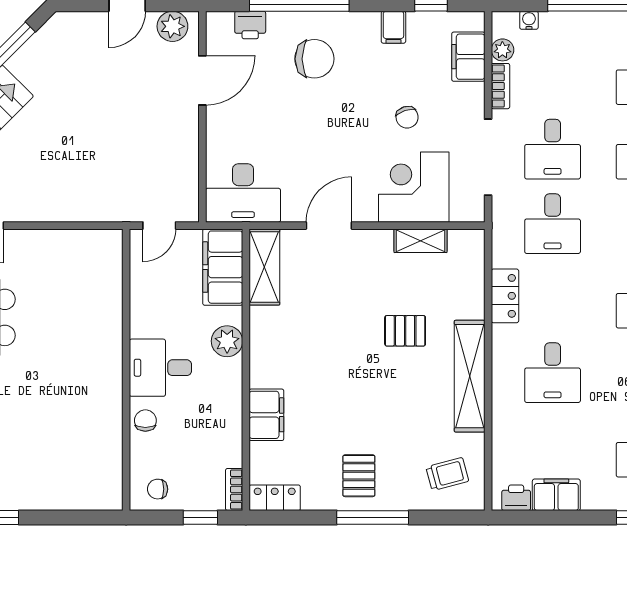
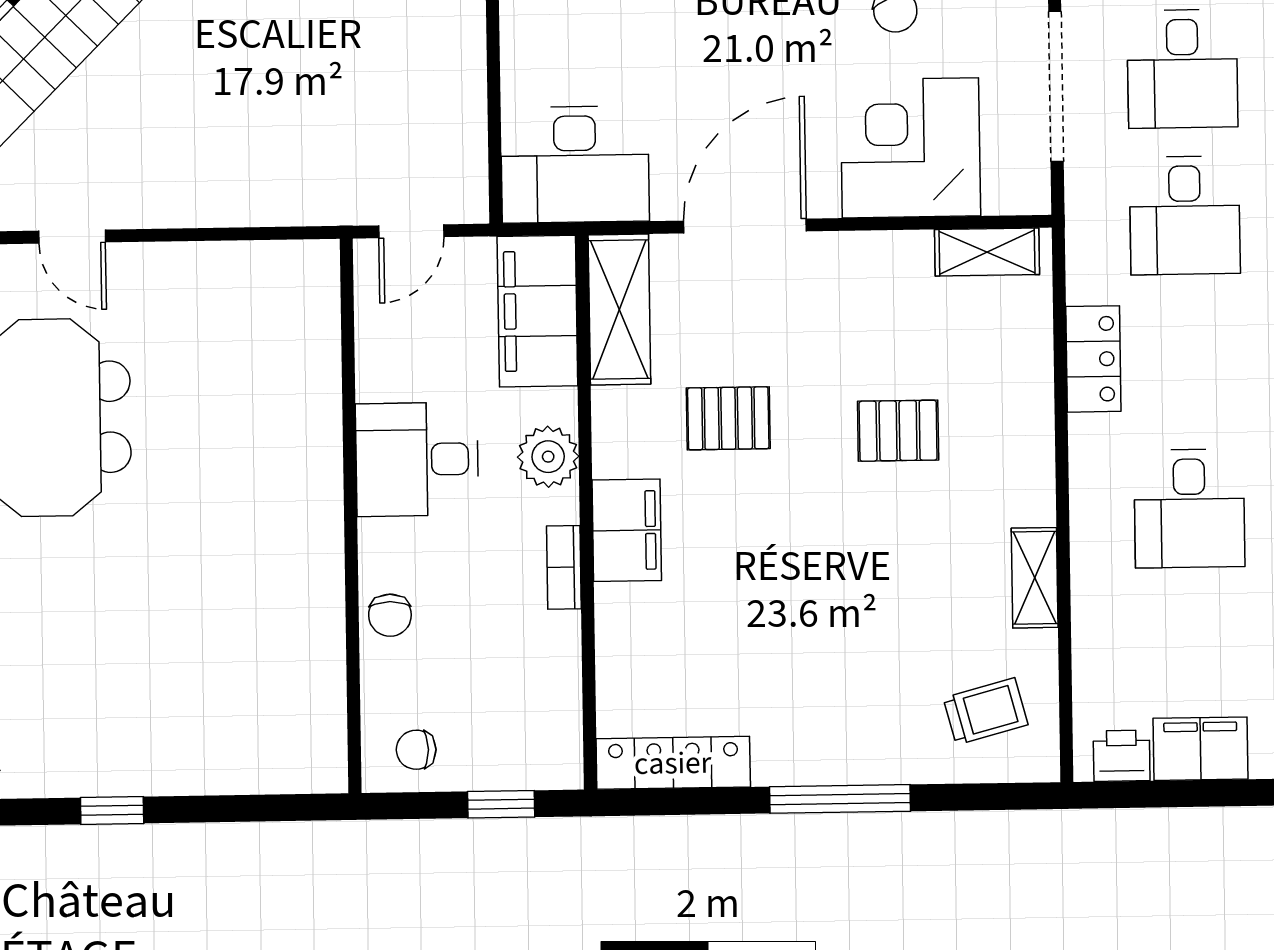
door: (329, 226) -> (745, 226), width x1.36
shelving: (421, 241) -> (987, 252), moved
desk: (160, 368) -> (417, 459), moved
shelving: (470, 376) -> (1035, 578), width x0.45, depth x0.75
filing cabinet: (266, 415) -> (627, 530), moved
chair: (145, 421) -> (390, 615), turned 180
pallet: (359, 476) -> (728, 418), moved, turned 90
bookcase: (234, 489) -> (564, 567), moved
locker: (275, 498) -> (673, 763), width x1.53

